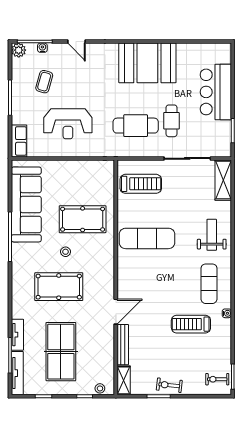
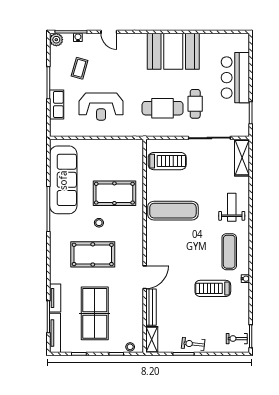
row of seats: (19, 141) -> (57, 104), moved

